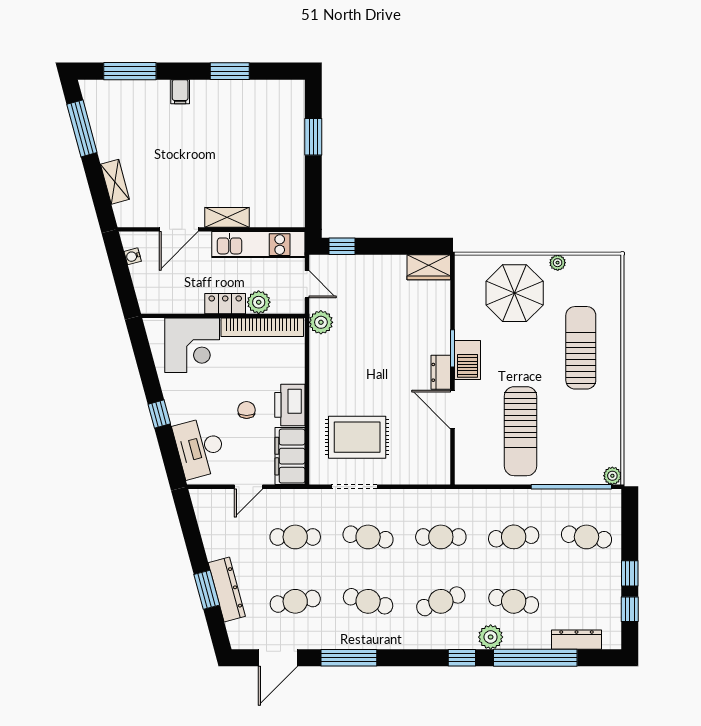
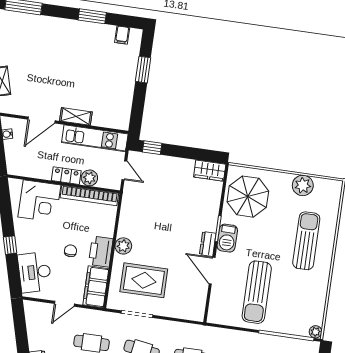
filing cabinet: (180, 92) -> (122, 35), moved
plant: (558, 263) -> (303, 185), width x1.88, depth x1.88
parasol: (515, 293) -> (248, 197), moved
plant: (321, 322) -> (123, 246), moved

